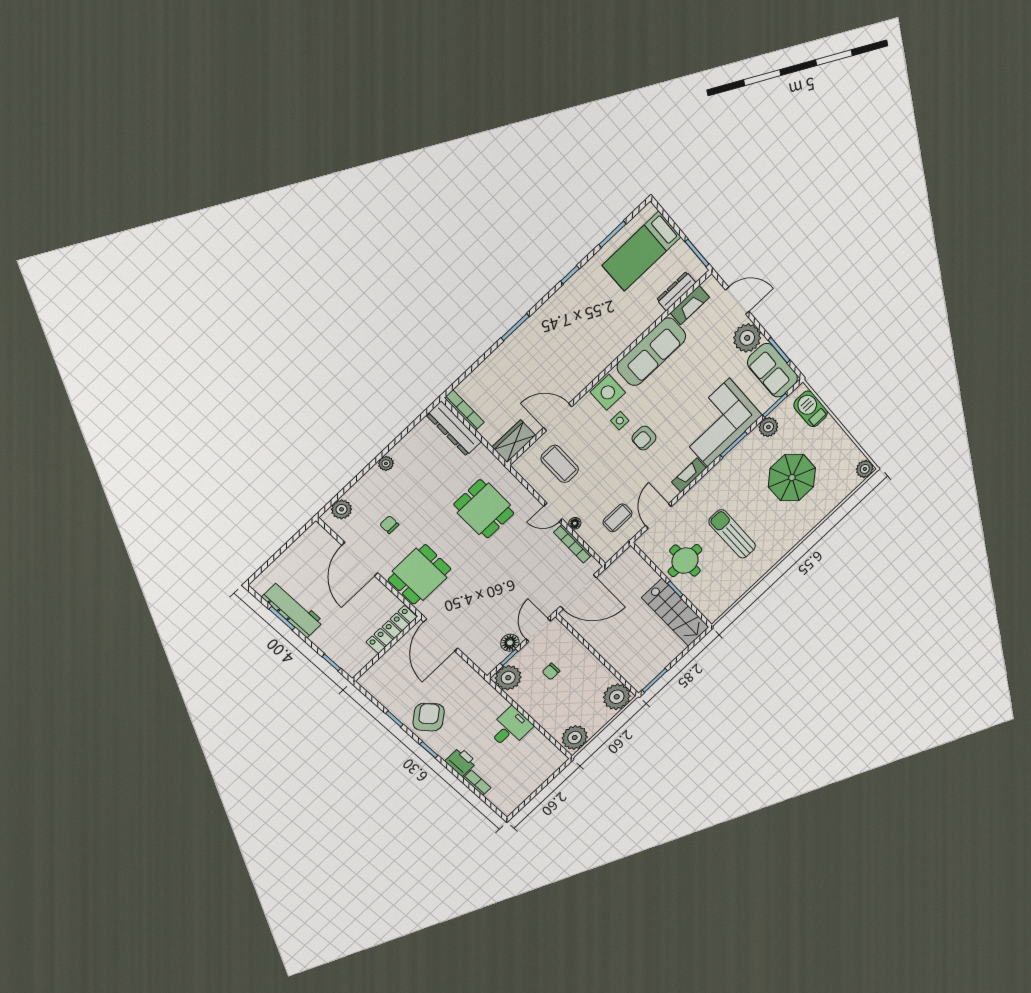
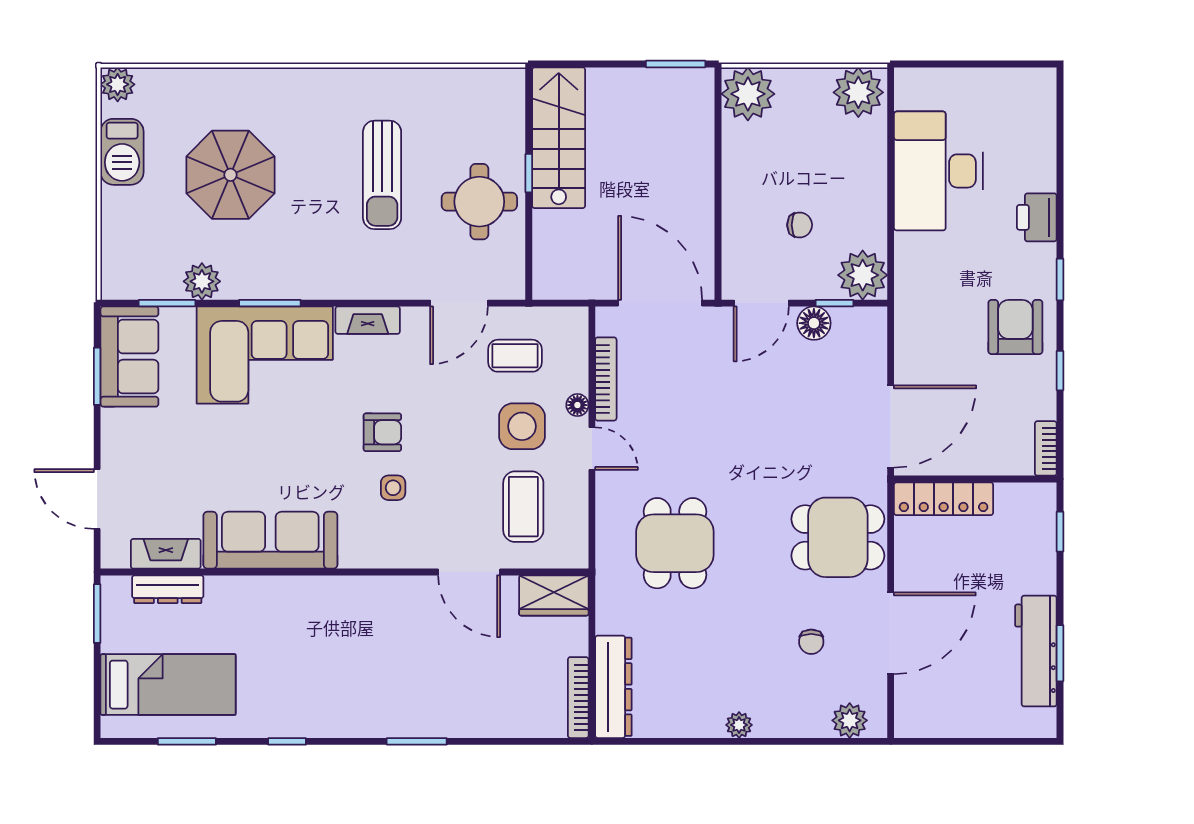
plant: (747, 338) -> (126, 435), removed
side table: (608, 392) -> (522, 426), moved
barbecue: (811, 409) -> (122, 152), moved
armchair: (429, 717) -> (1015, 327), turned 129
desk: (510, 728) -> (938, 171), width x1.87, depth x1.30
bookcase: (477, 783) -> (1046, 448), moved

